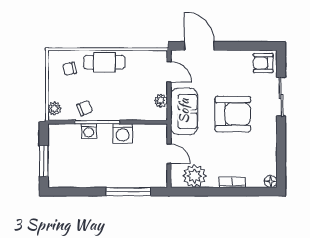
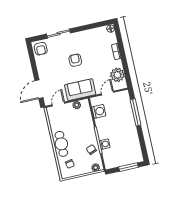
armchair: (233, 114) -> (75, 60), width x0.53, depth x0.53
washing machine: (123, 133) -> (99, 111), moved

